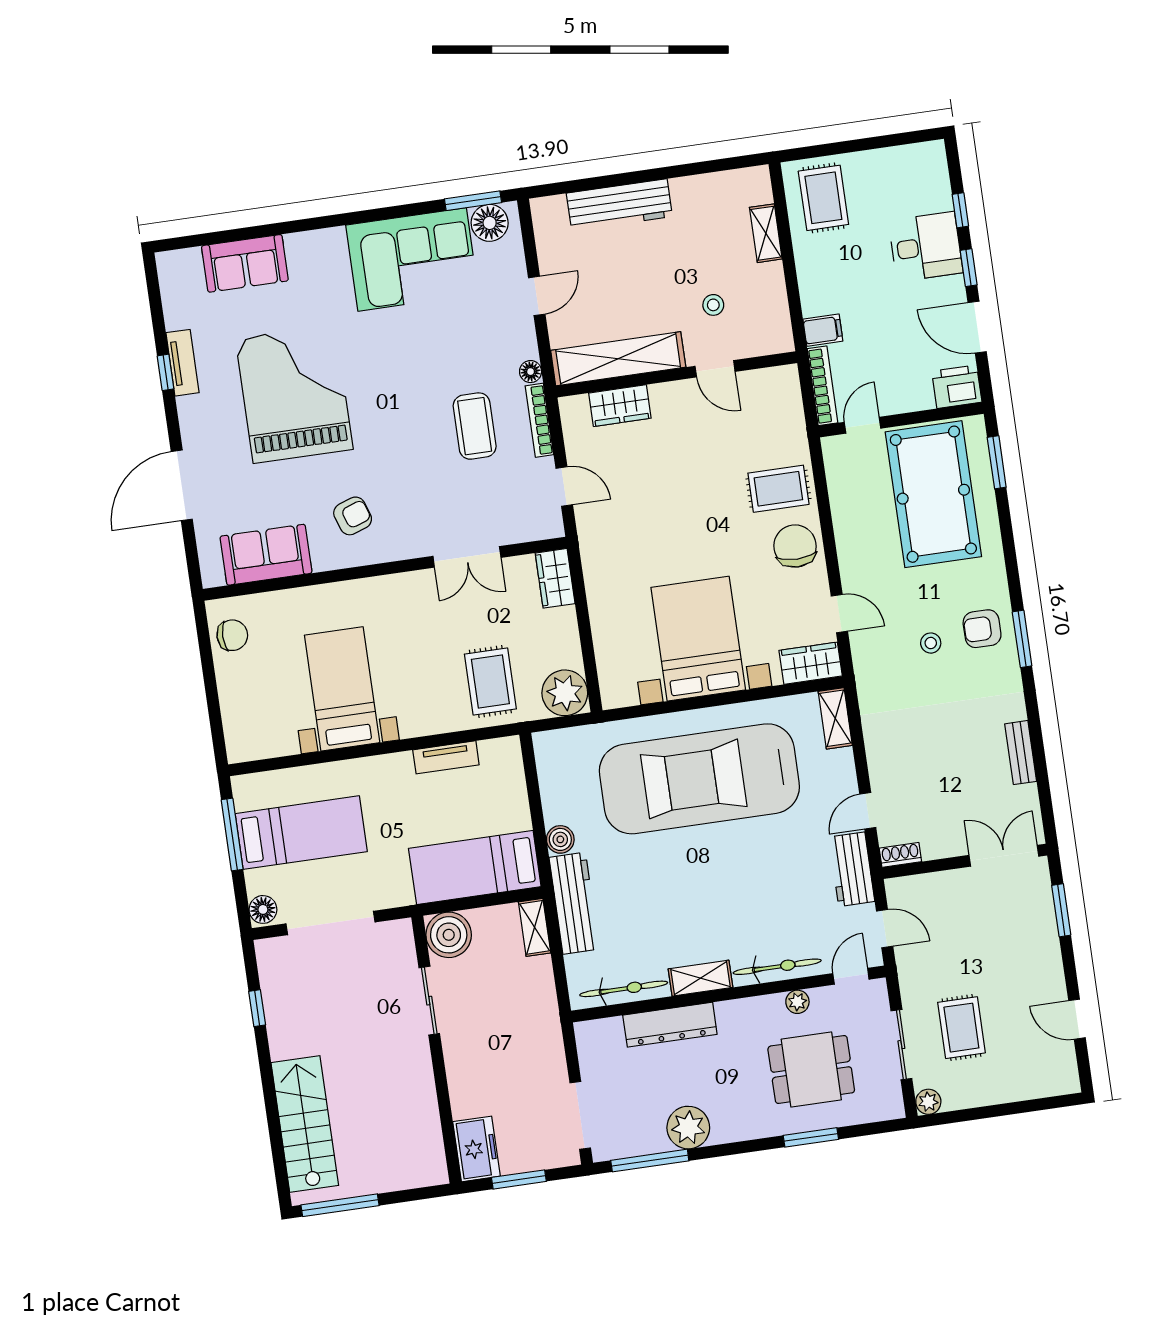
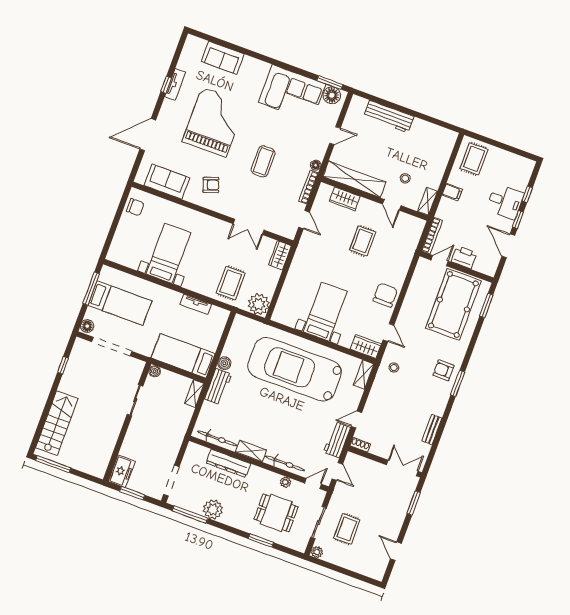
shelving: (766, 233) -> (428, 201), moved
filing cabinet: (823, 330) -> (452, 192), moved
printer: (957, 387) -> (464, 257), moved
coffee table: (475, 426) -> (263, 161), moved
rug: (778, 489) -> (363, 241), moved, turned 90
bed with nightstands: (698, 639) -> (325, 312), width x0.73
stool: (931, 643) -> (394, 368), moved
workbench: (574, 903) -> (218, 387), width x0.73
boiler: (449, 935) -> (155, 371), width x0.54, depth x0.54

